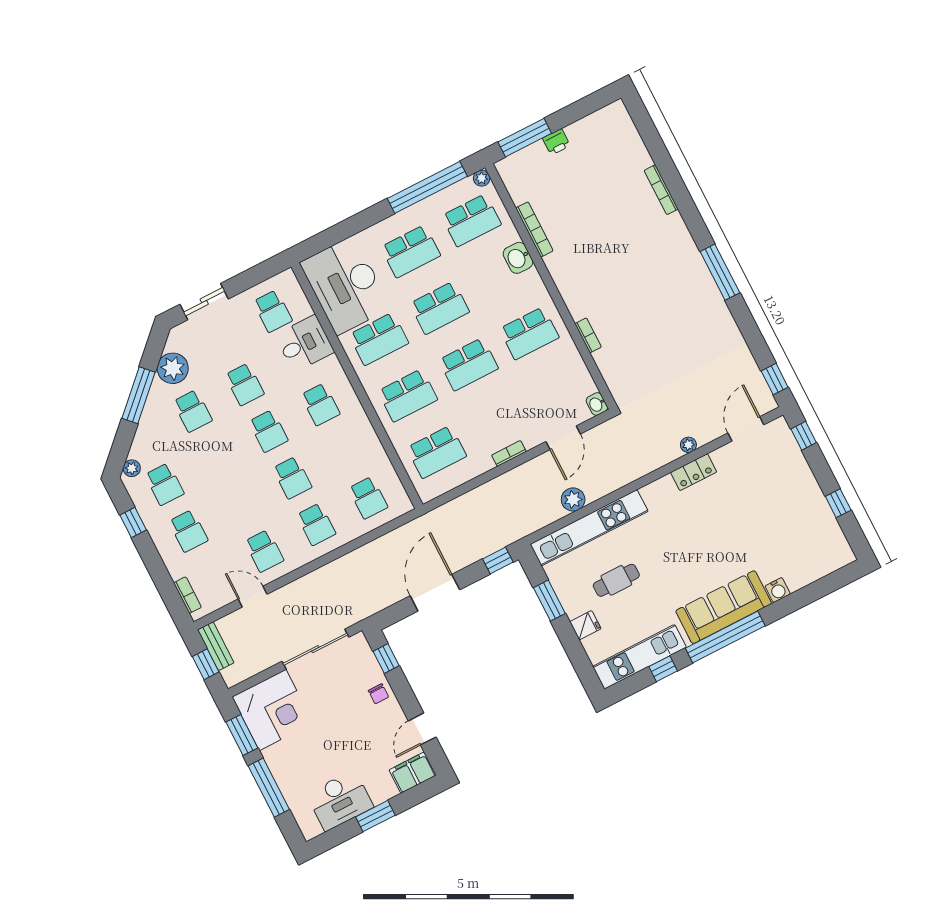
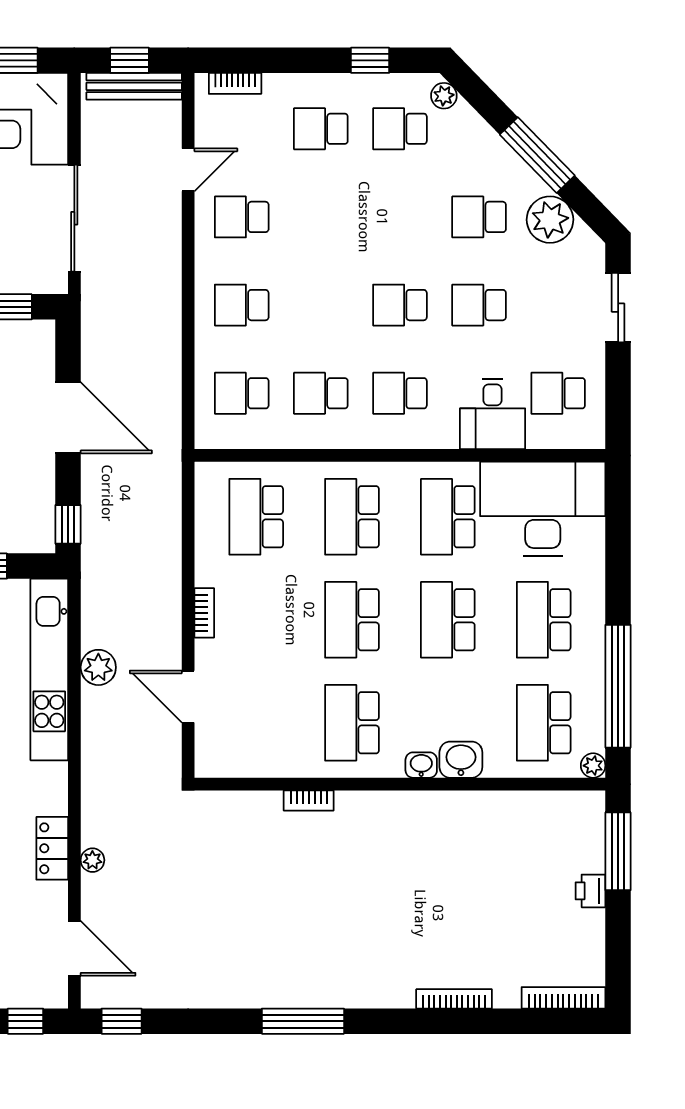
bookcase: (534, 229) -> (563, 998), moved, turned 180
washbasin: (597, 404) -> (421, 765), moved
school desk: (292, 478) -> (321, 393), moved
bench: (216, 646) -> (134, 86), width x1.36

